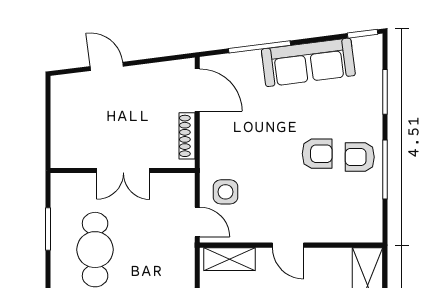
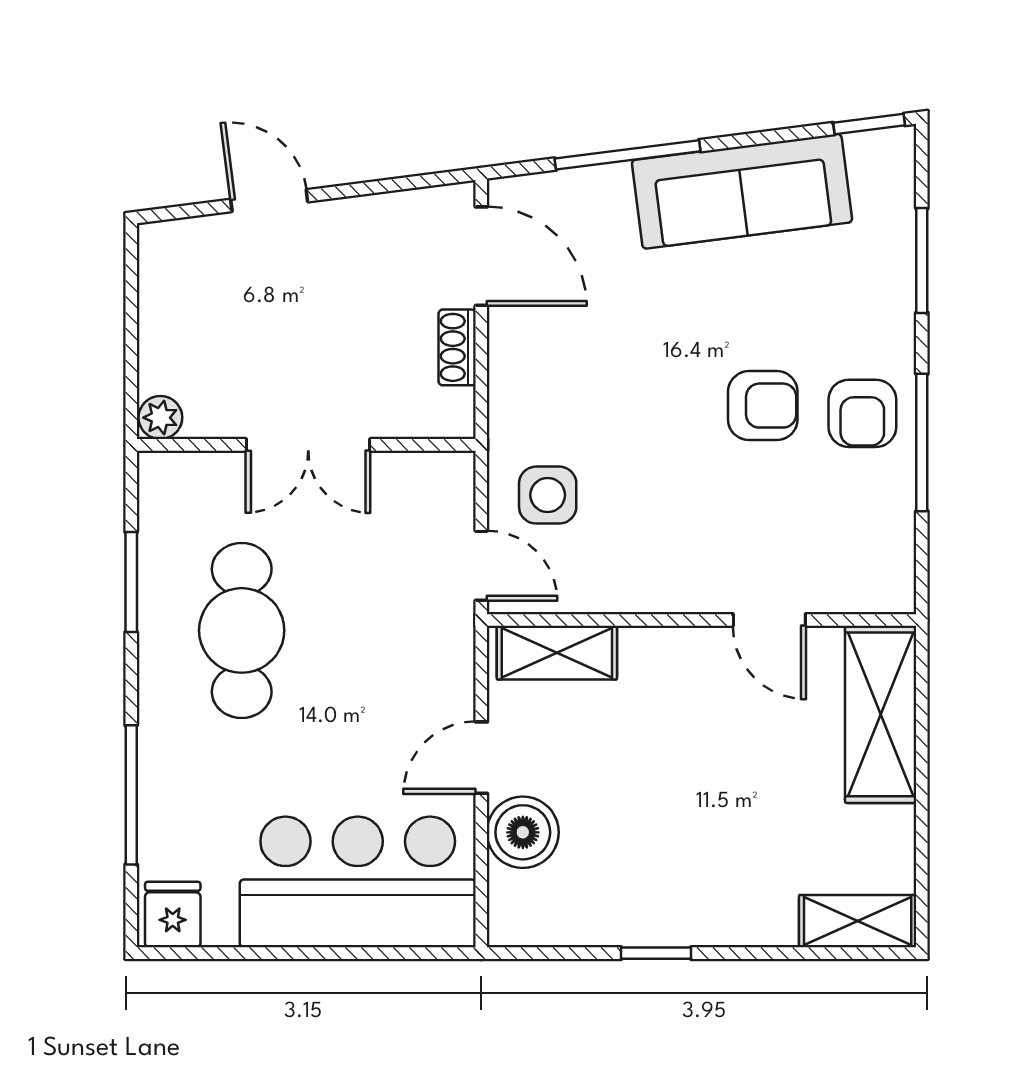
shoe rack: (187, 136) -> (457, 347), width x0.70
armchair: (360, 157) -> (862, 413), turned -90
plant: (60, 159) -> (160, 418), added
door: (288, 245) -> (769, 620), moved

